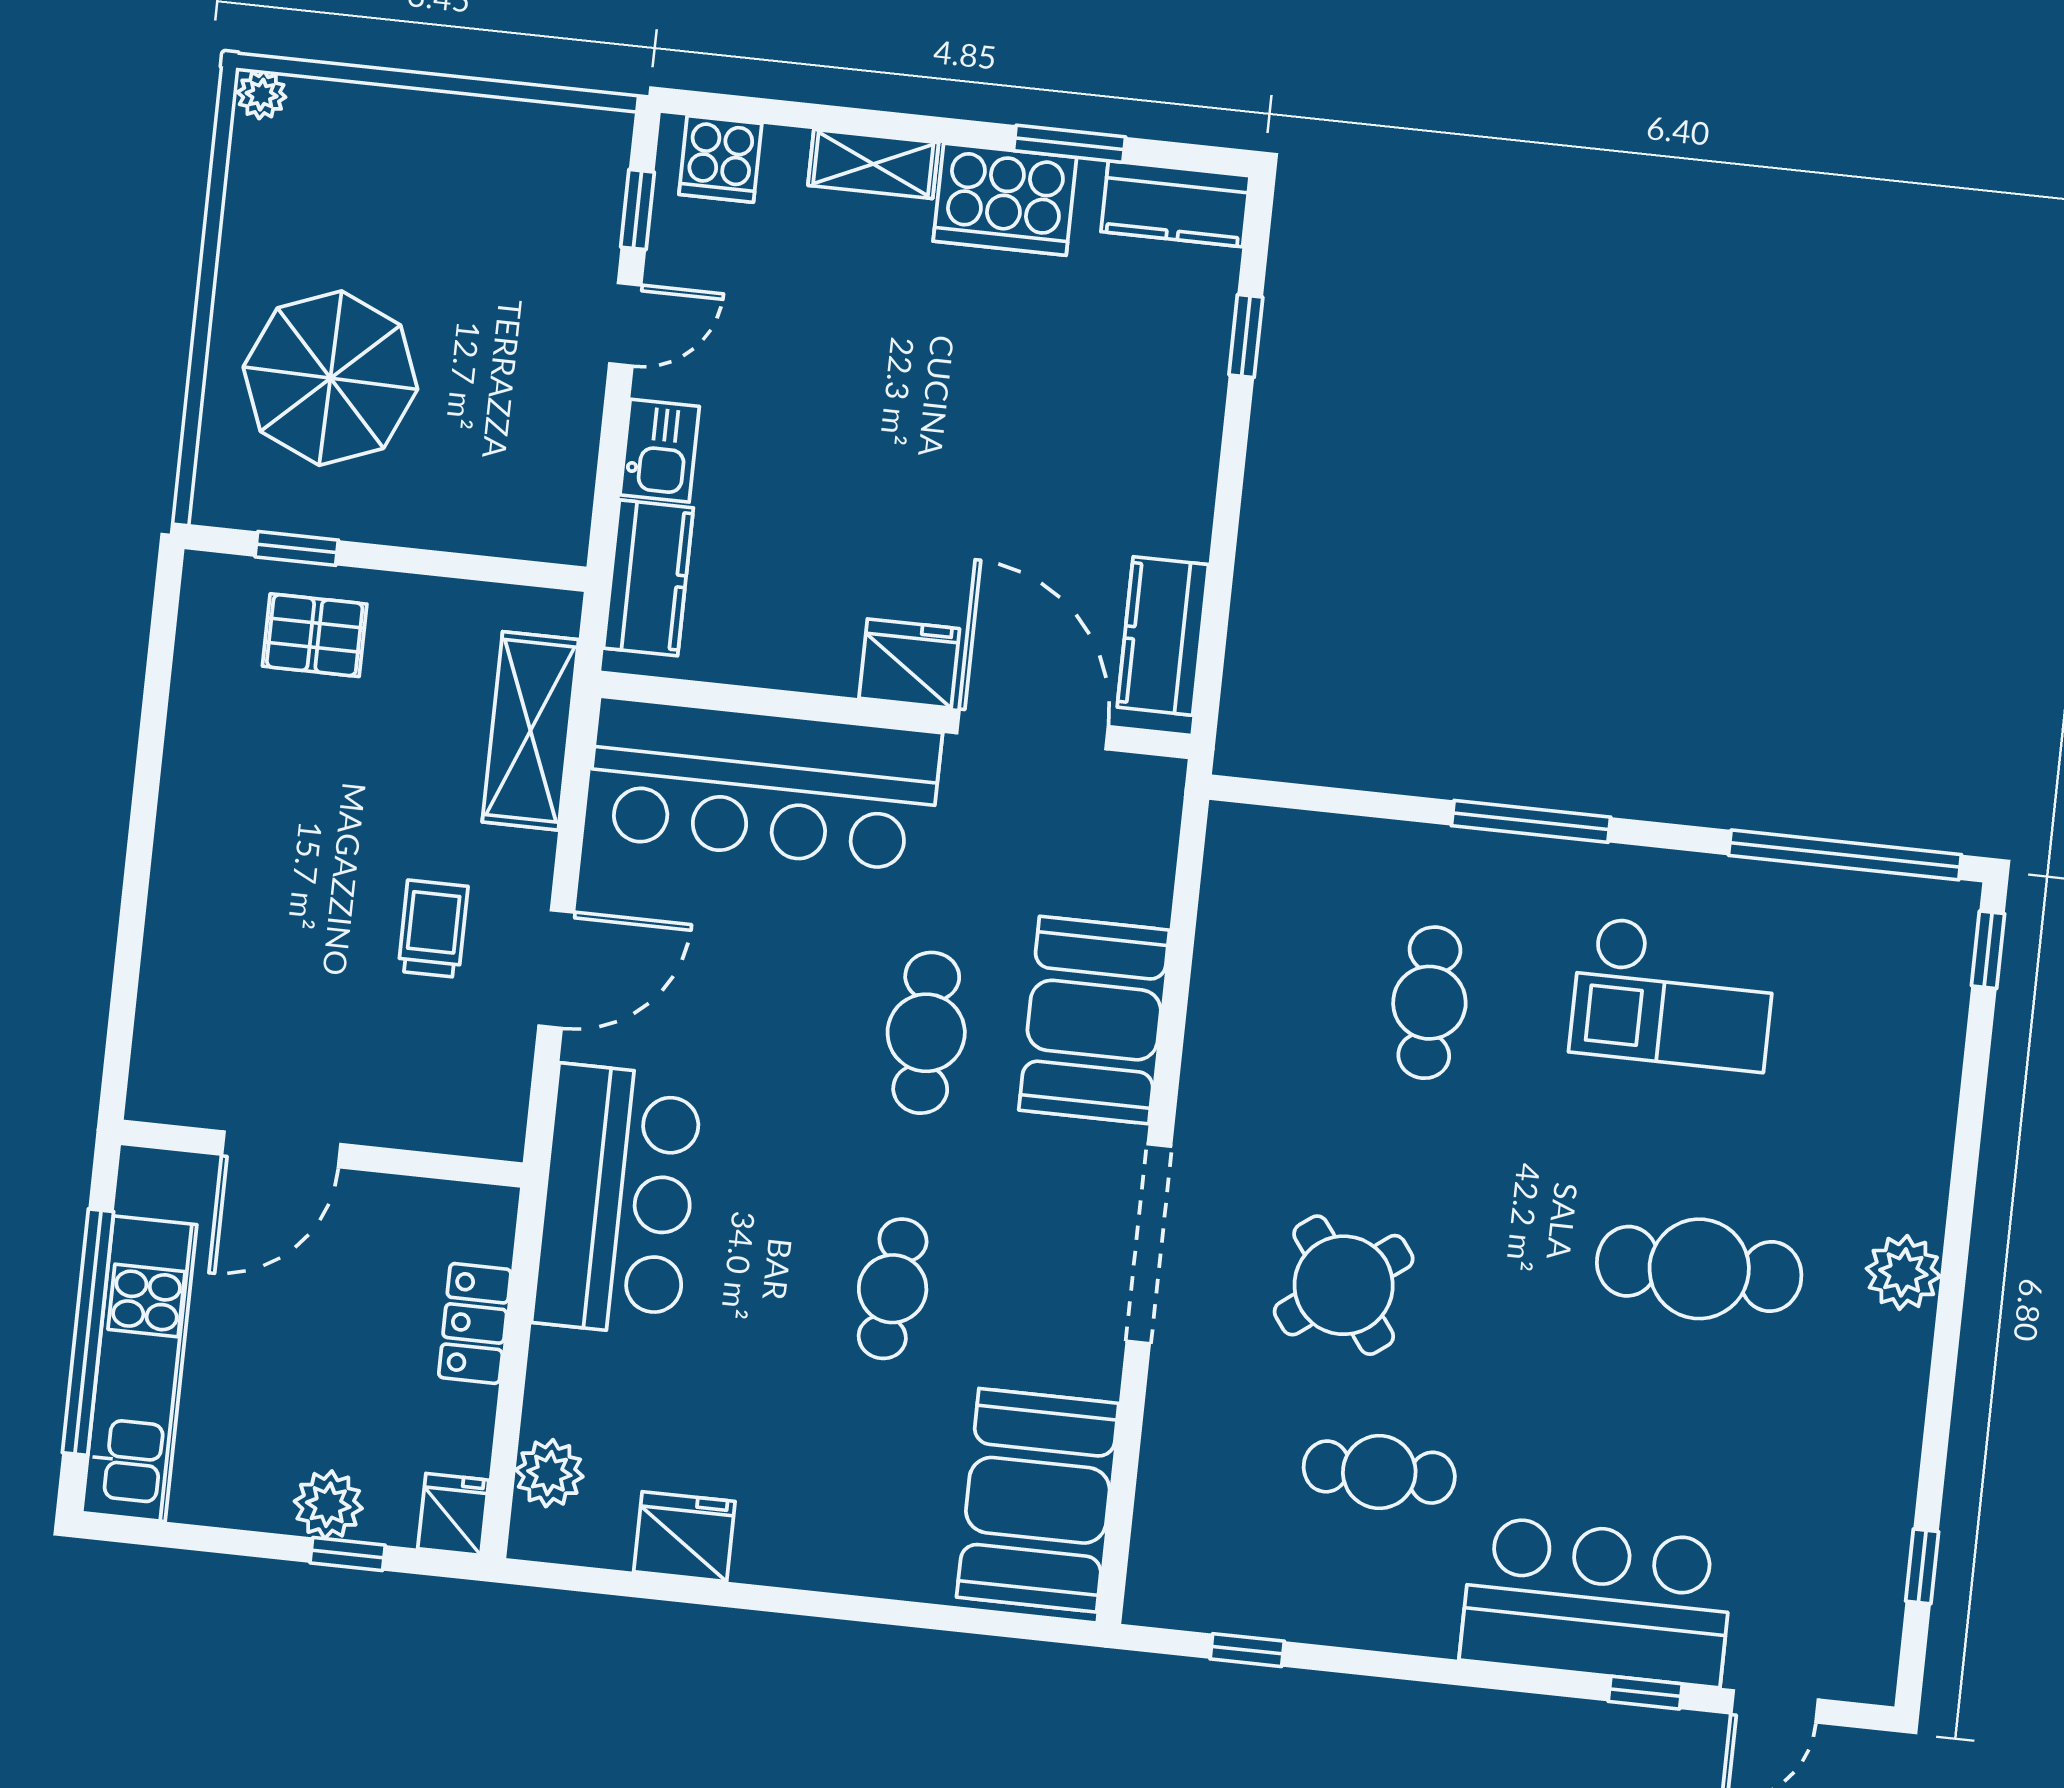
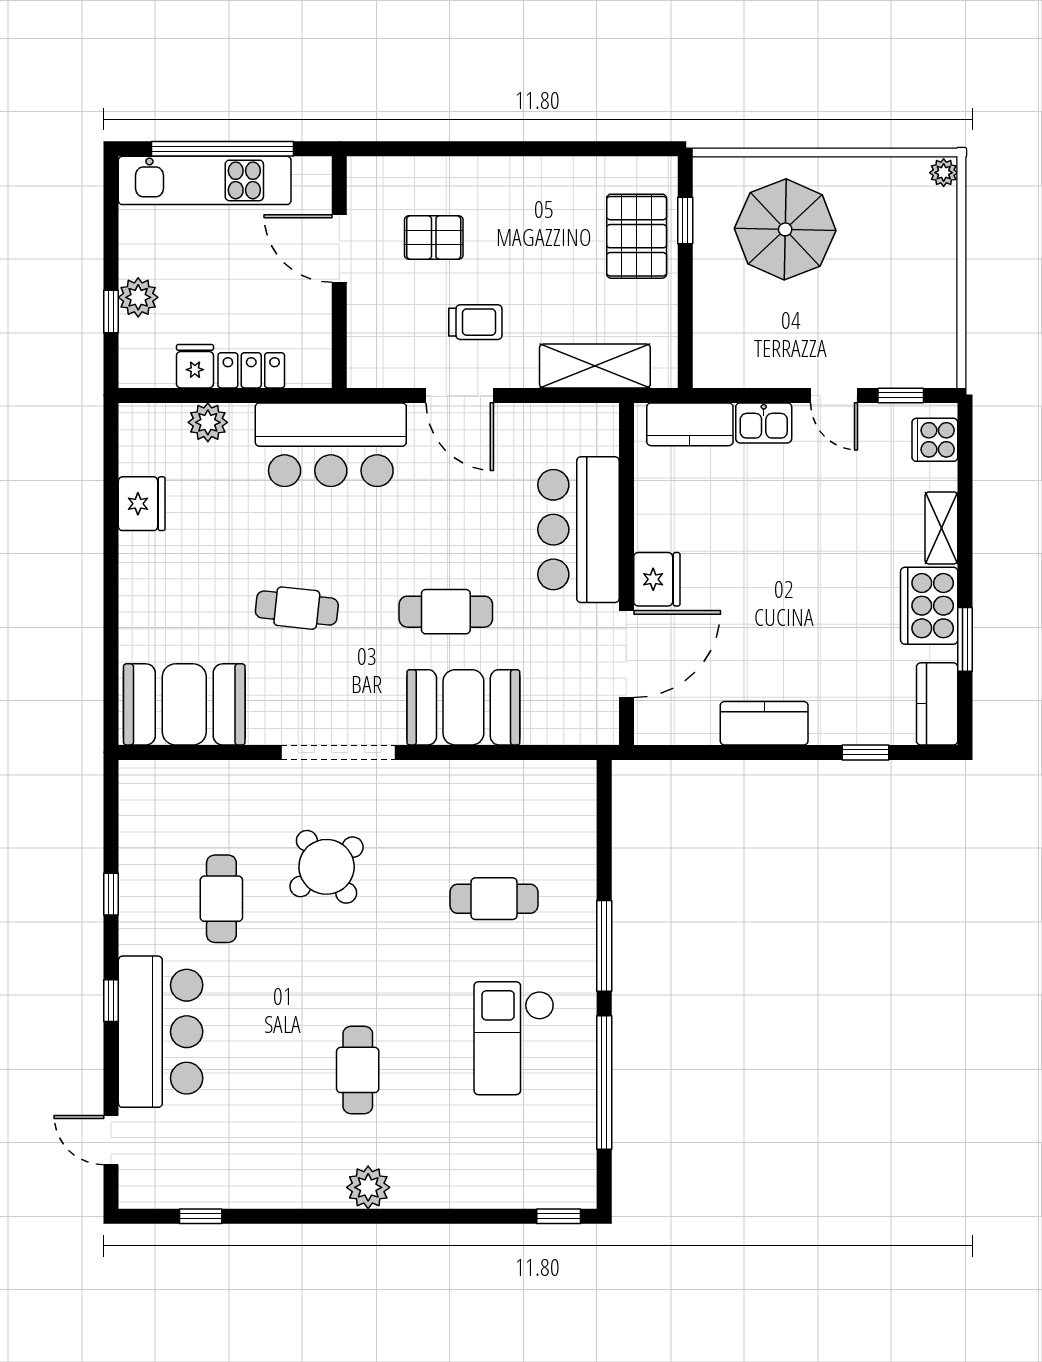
pallet: (315, 635) -> (637, 236), width x1.50, depth x1.42
kitchen counter: (1163, 636) -> (764, 723), moved
bar counter: (764, 784) -> (578, 530), width x0.73
window: (1845, 855) -> (604, 1082), moved
pallet: (280, 985) -> (434, 237), added
cafe table: (1699, 1269) -> (358, 1070), width x0.73, depth x0.74
plant: (549, 1473) -> (208, 422), moved
fridge: (453, 1514) -> (195, 366), moved, turned -90
window: (1247, 1650) -> (111, 894), moved
window: (1645, 1693) -> (111, 1001), moved

